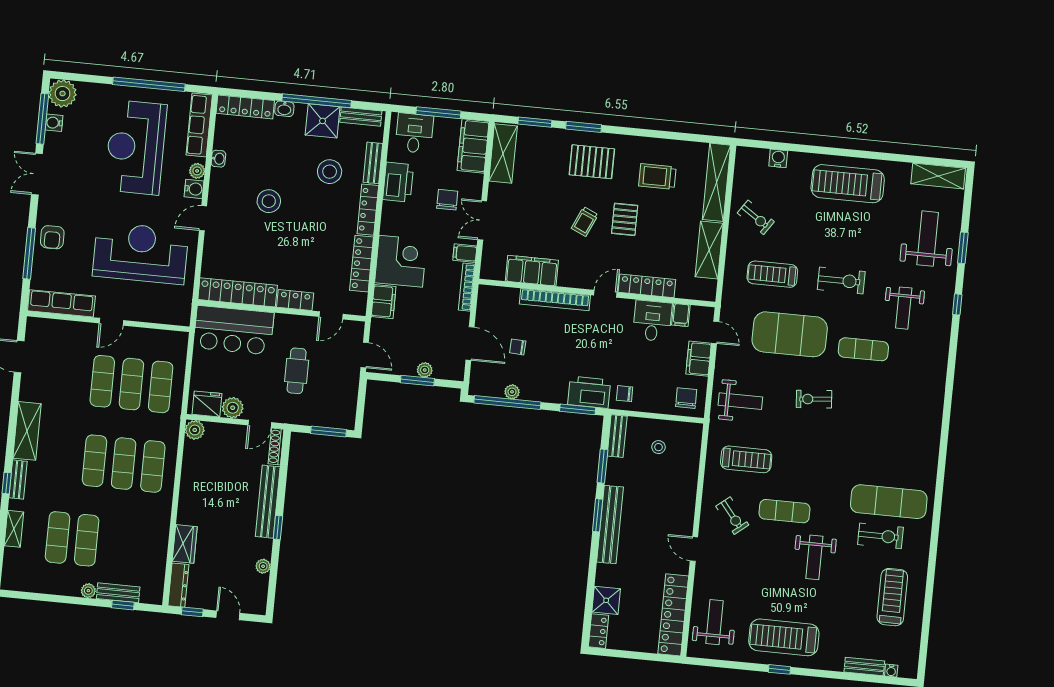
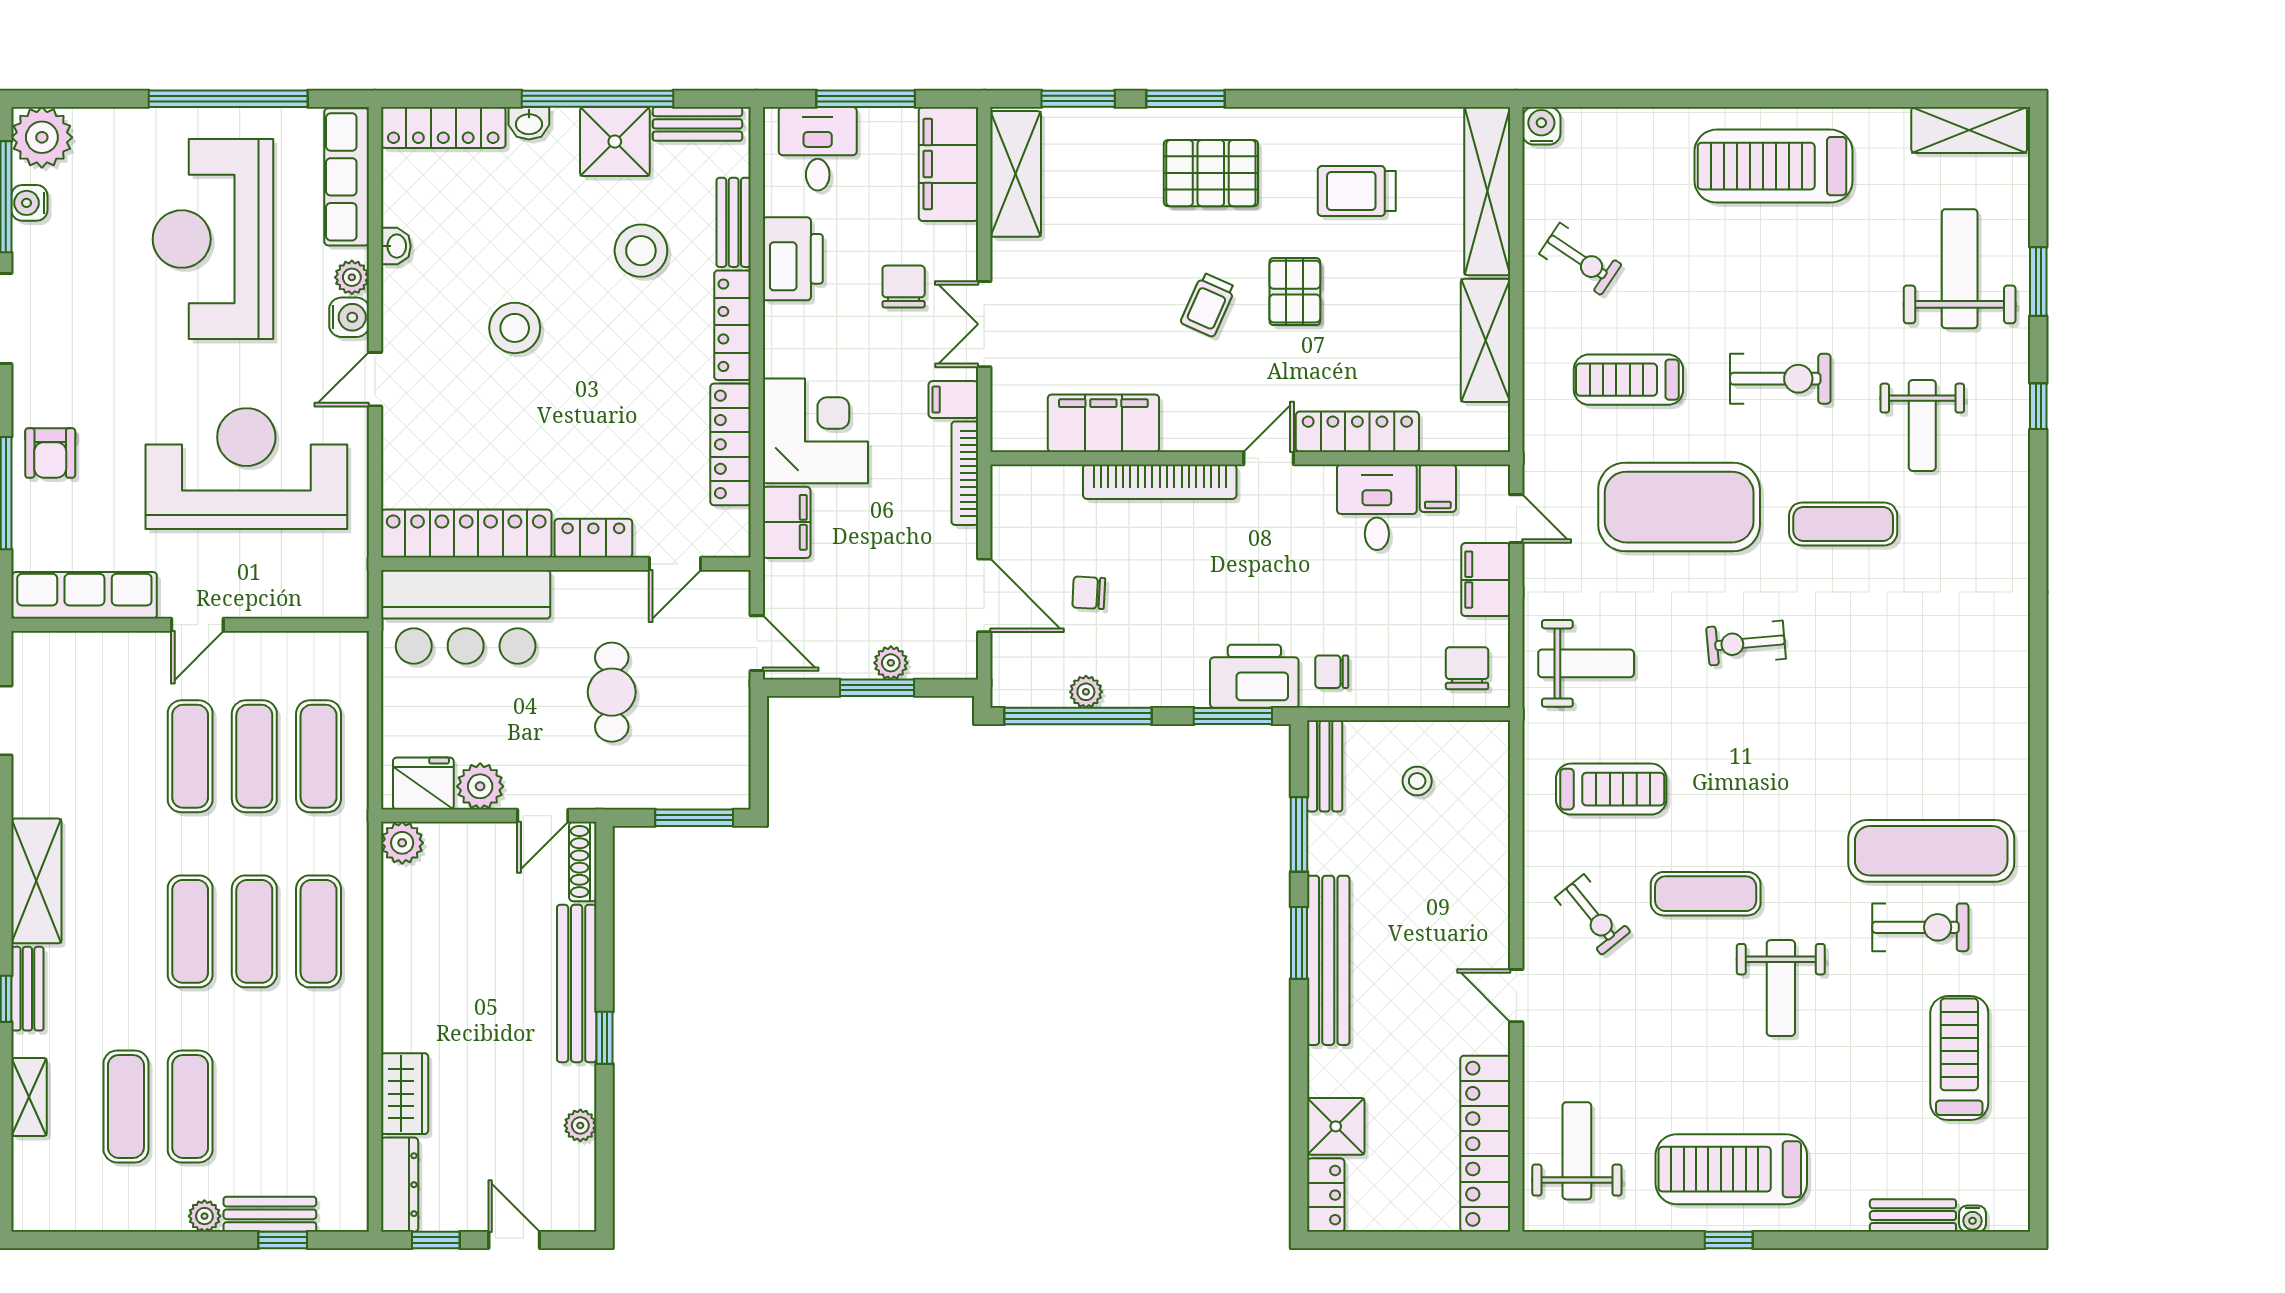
water cooler: (778, 158) -> (1541, 126), moved

